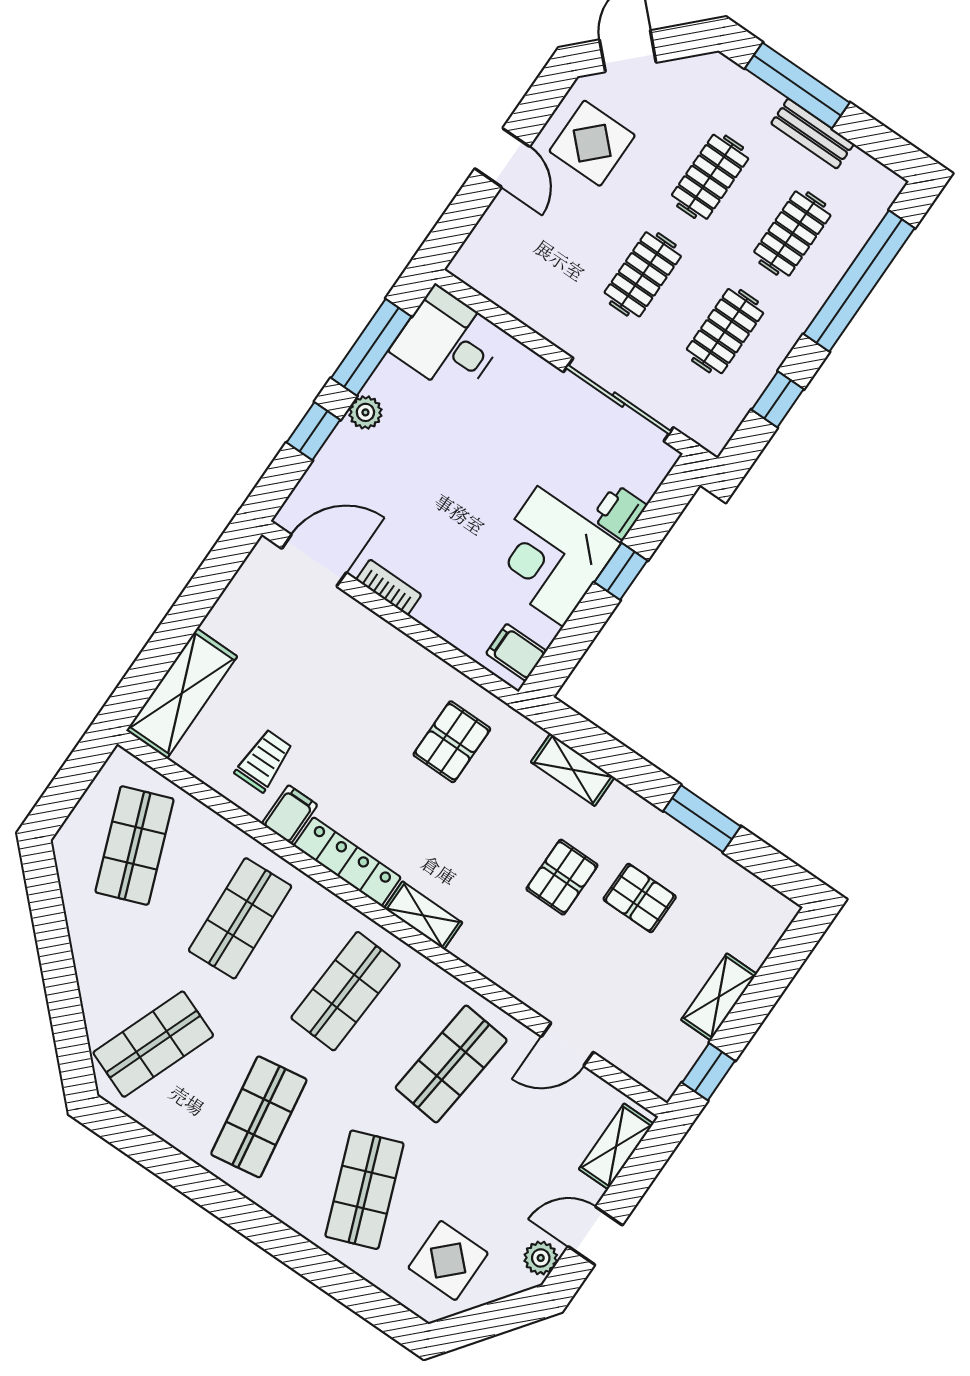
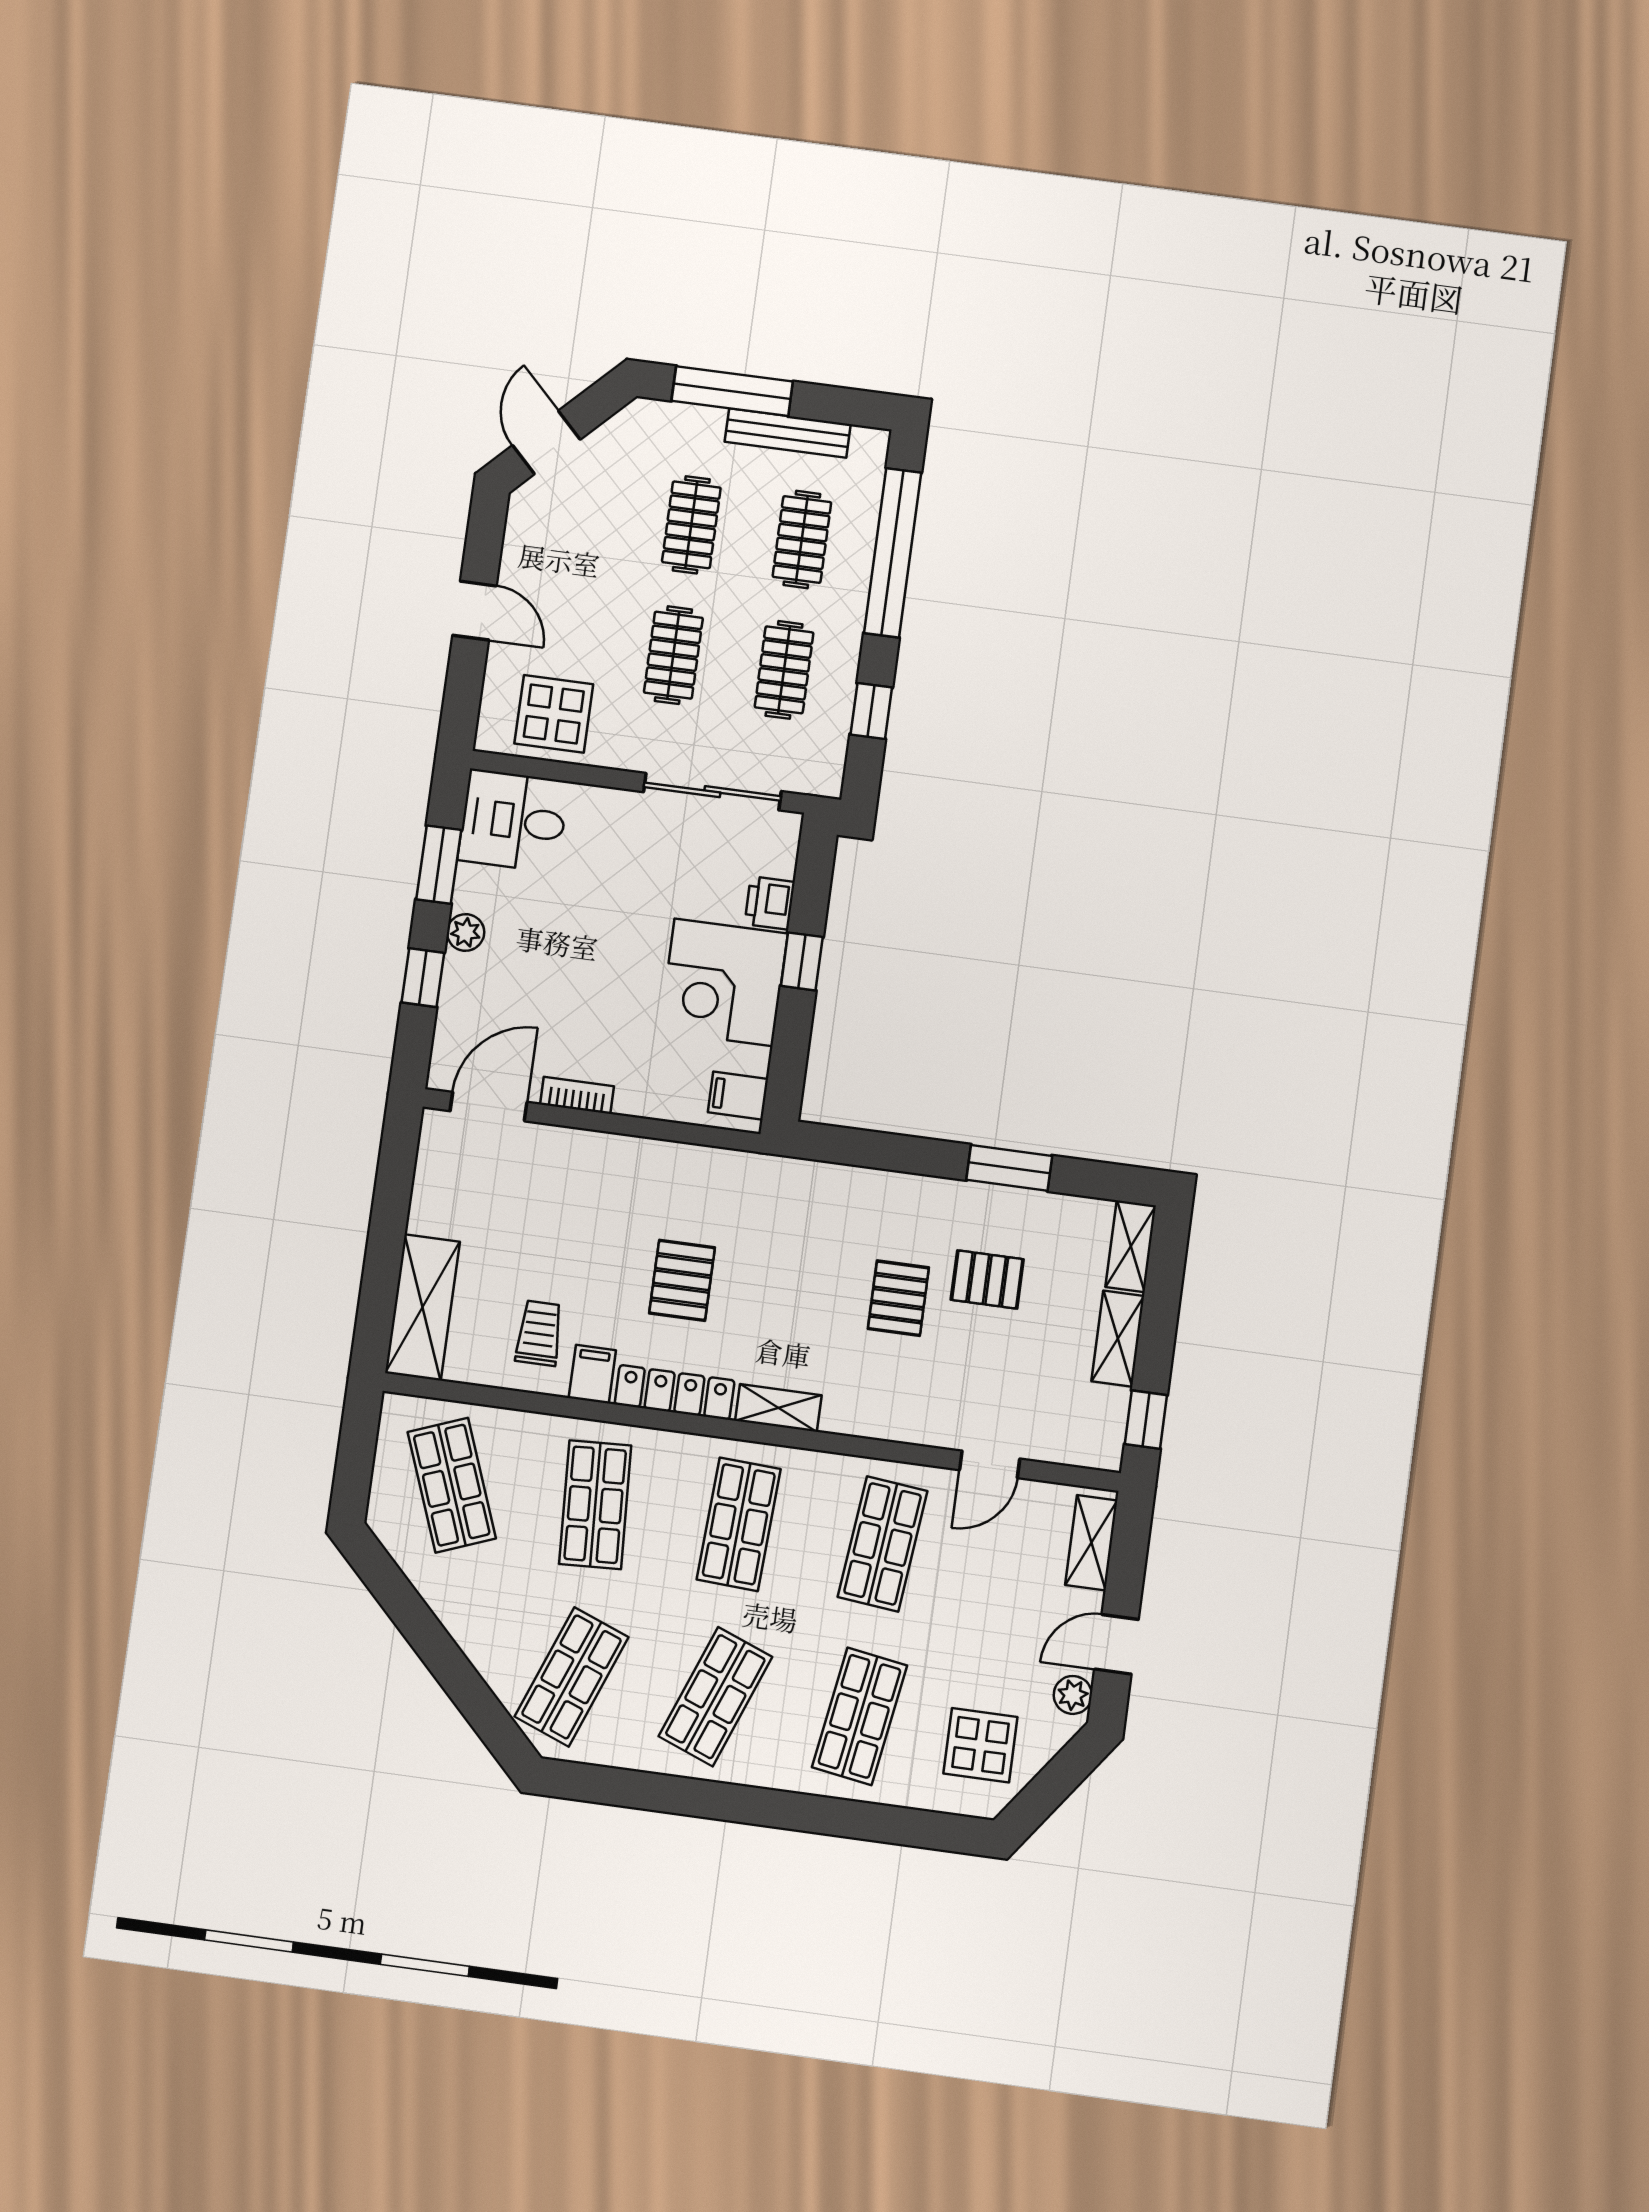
bench: (812, 134) -> (788, 433), width x1.36
display table: (592, 143) -> (554, 714), moved
window: (371, 347) -> (439, 865), width x0.69
pallet: (452, 742) -> (682, 1280), moved
shelving: (573, 770) -> (1131, 1246), moved, turned 90
shop shelf: (259, 1117) -> (715, 1697), turned 30
shop shelf: (364, 1190) -> (859, 1716), turned 30

